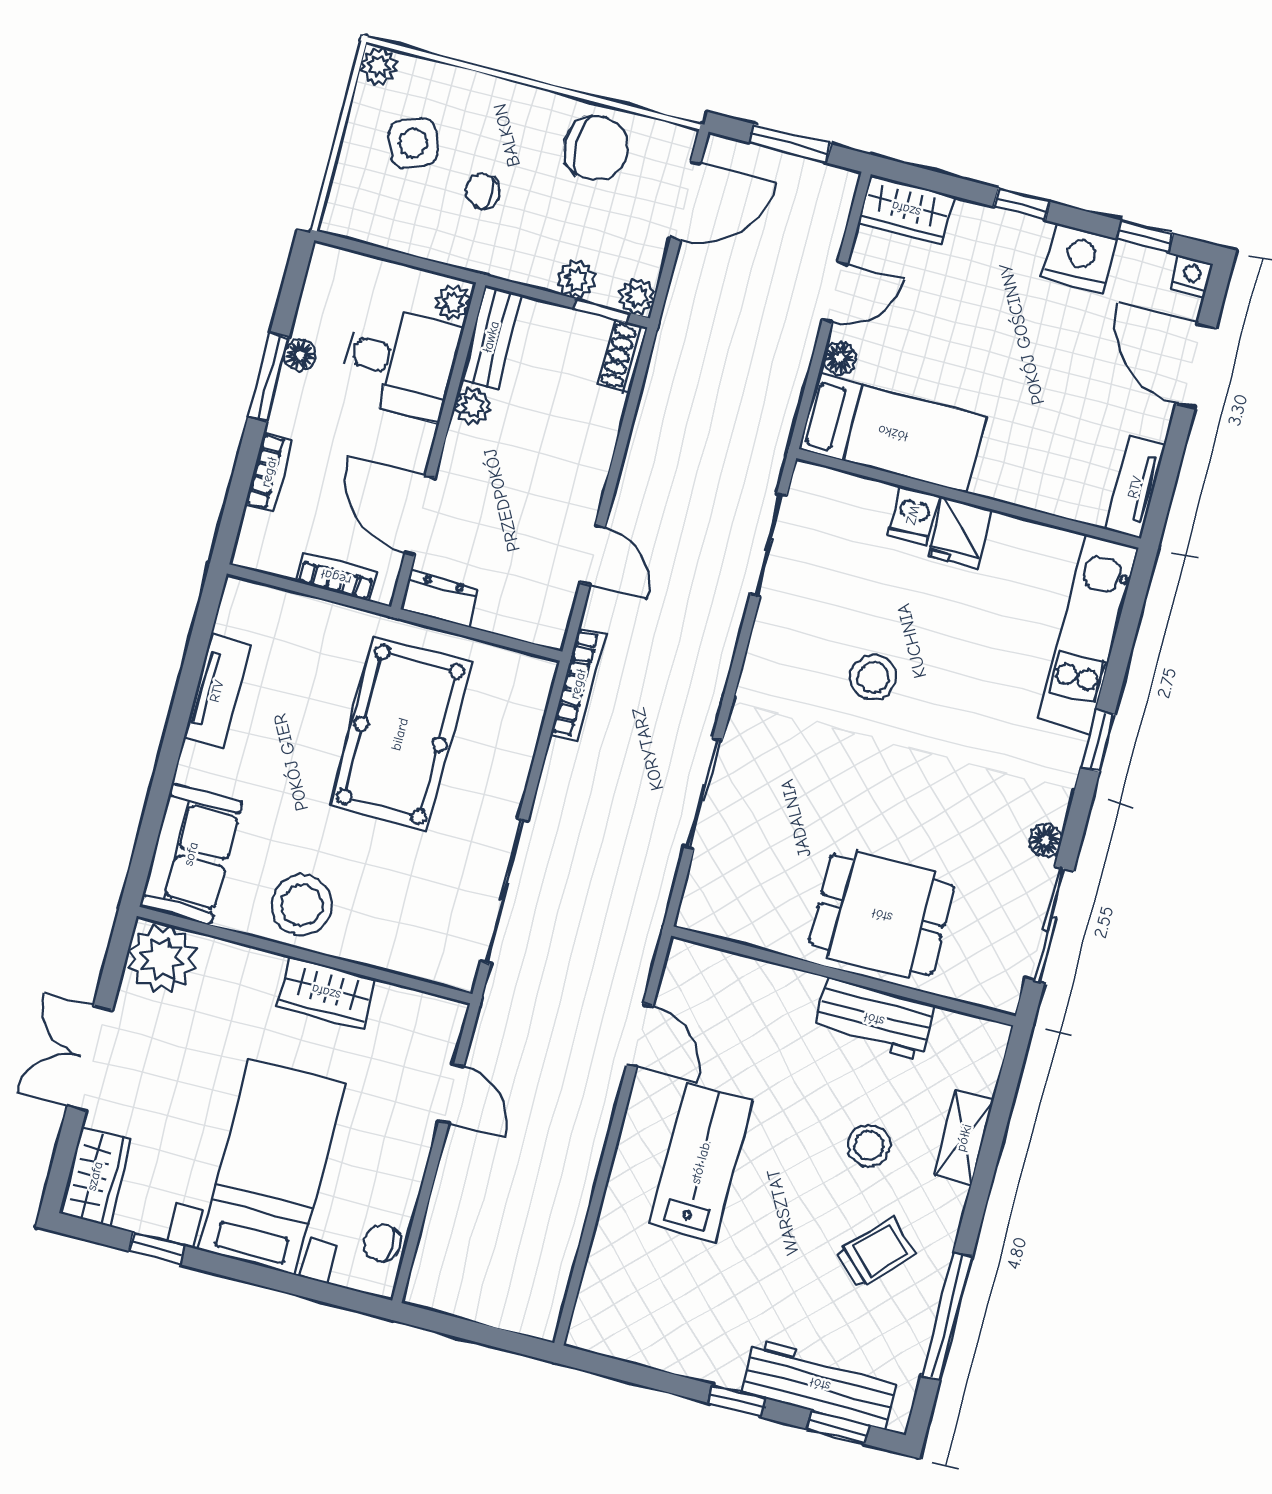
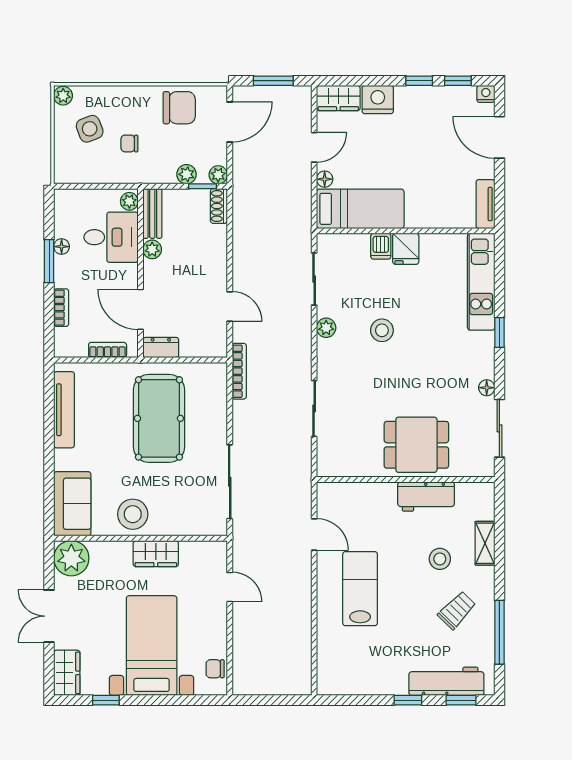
window: (1022, 204) -> (419, 81), moved
nightstand: (1080, 258) -> (378, 100), moved
plant: (767, 644) -> (326, 328), added
tv unit: (217, 691) -> (64, 410), width x1.41

